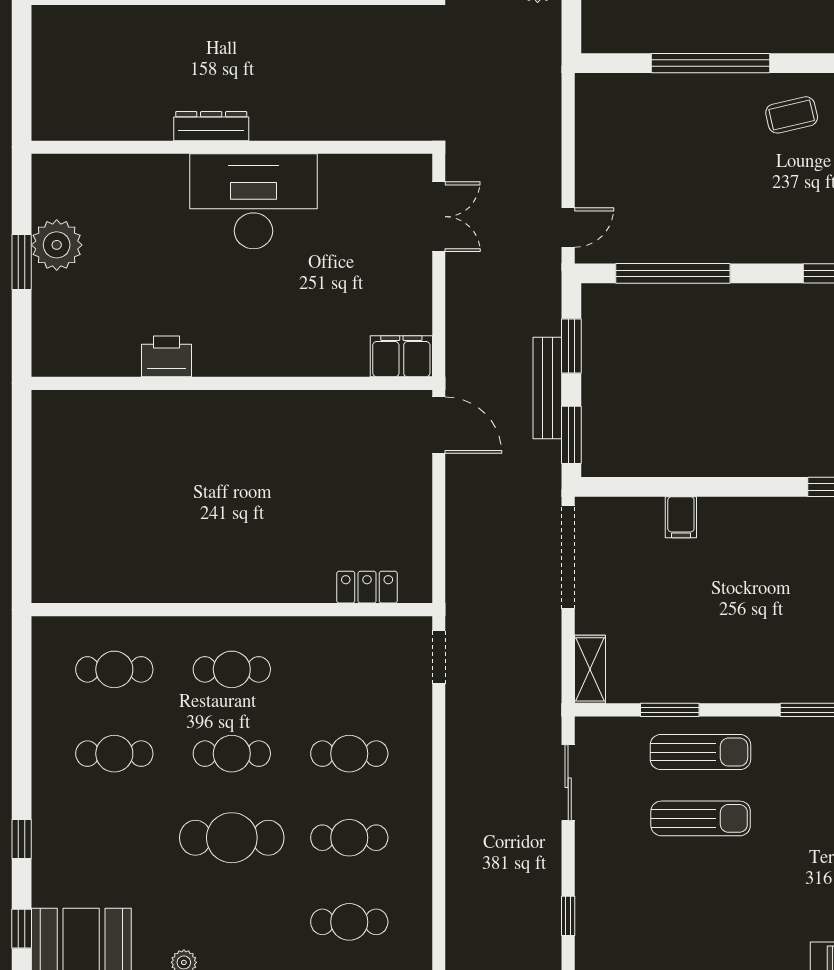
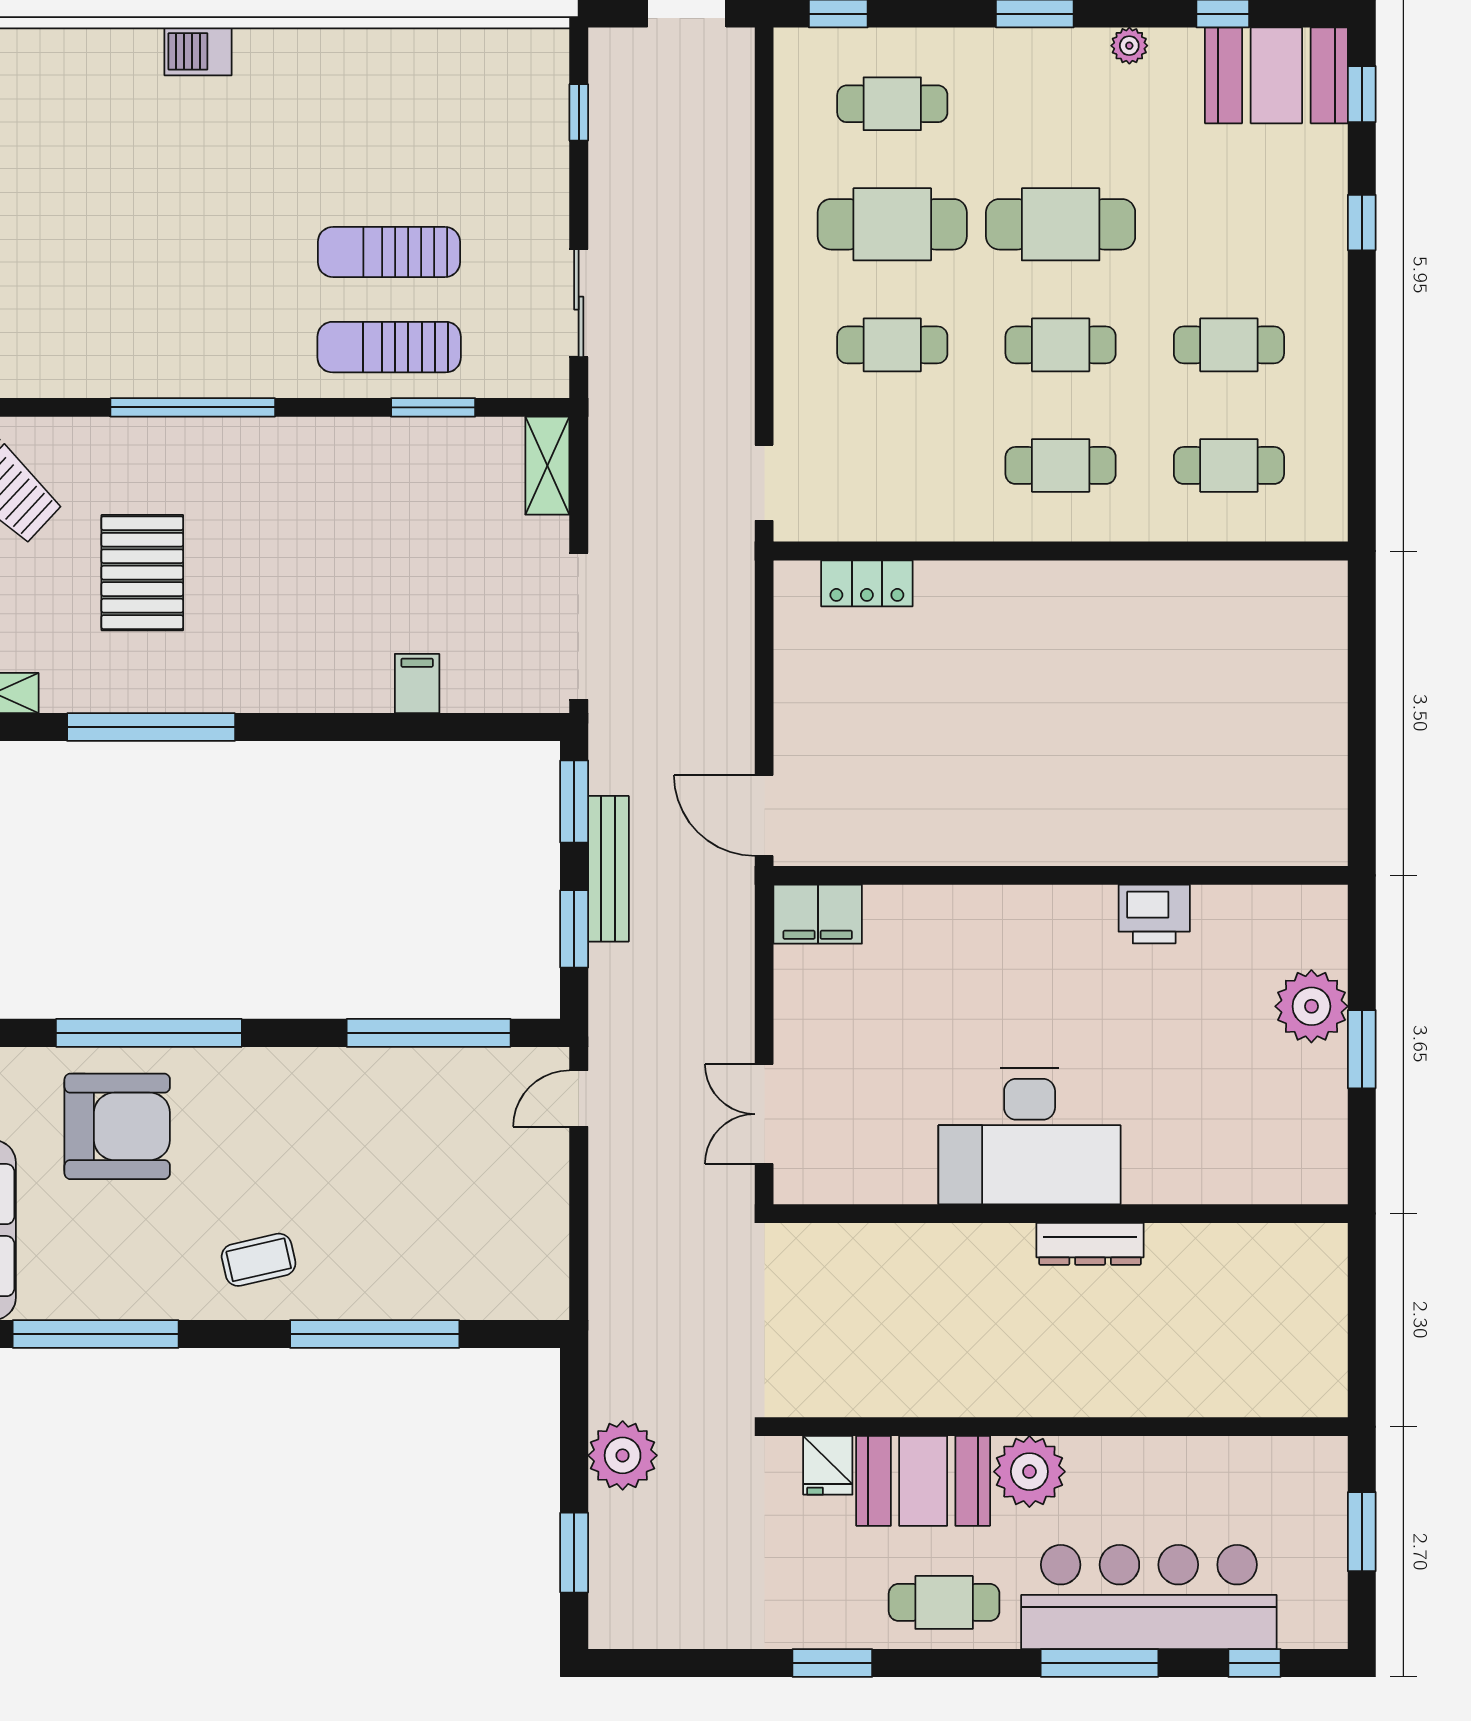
plant: (57, 245) -> (1311, 1006), moved
cafe table: (349, 838) -> (892, 224), width x1.37, depth x1.35

